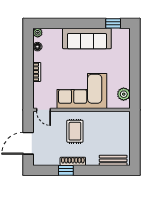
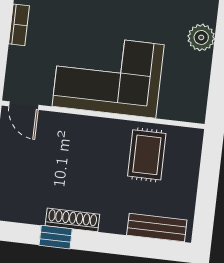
plant: (124, 94) -> (201, 37), moved
rug: (75, 131) -> (147, 155), moved

